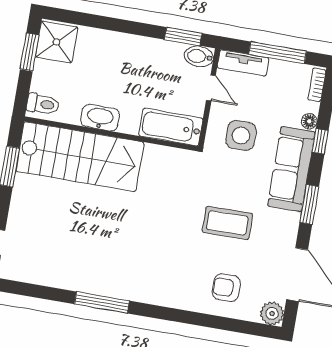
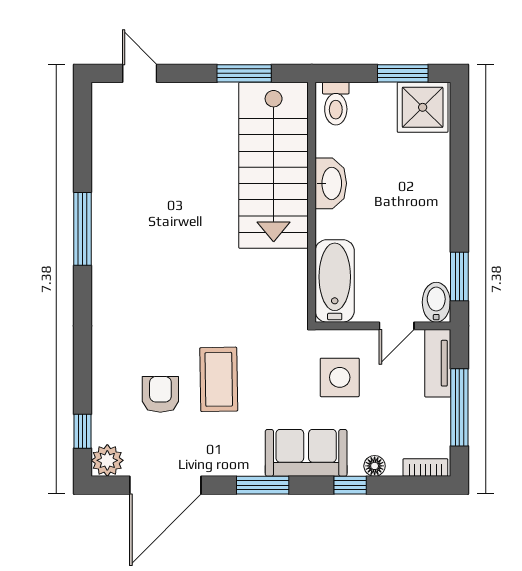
sofa: (291, 169) -> (306, 453), width x0.73
armchair: (226, 288) -> (160, 394), moved
window: (248, 328) -> (83, 431), added

